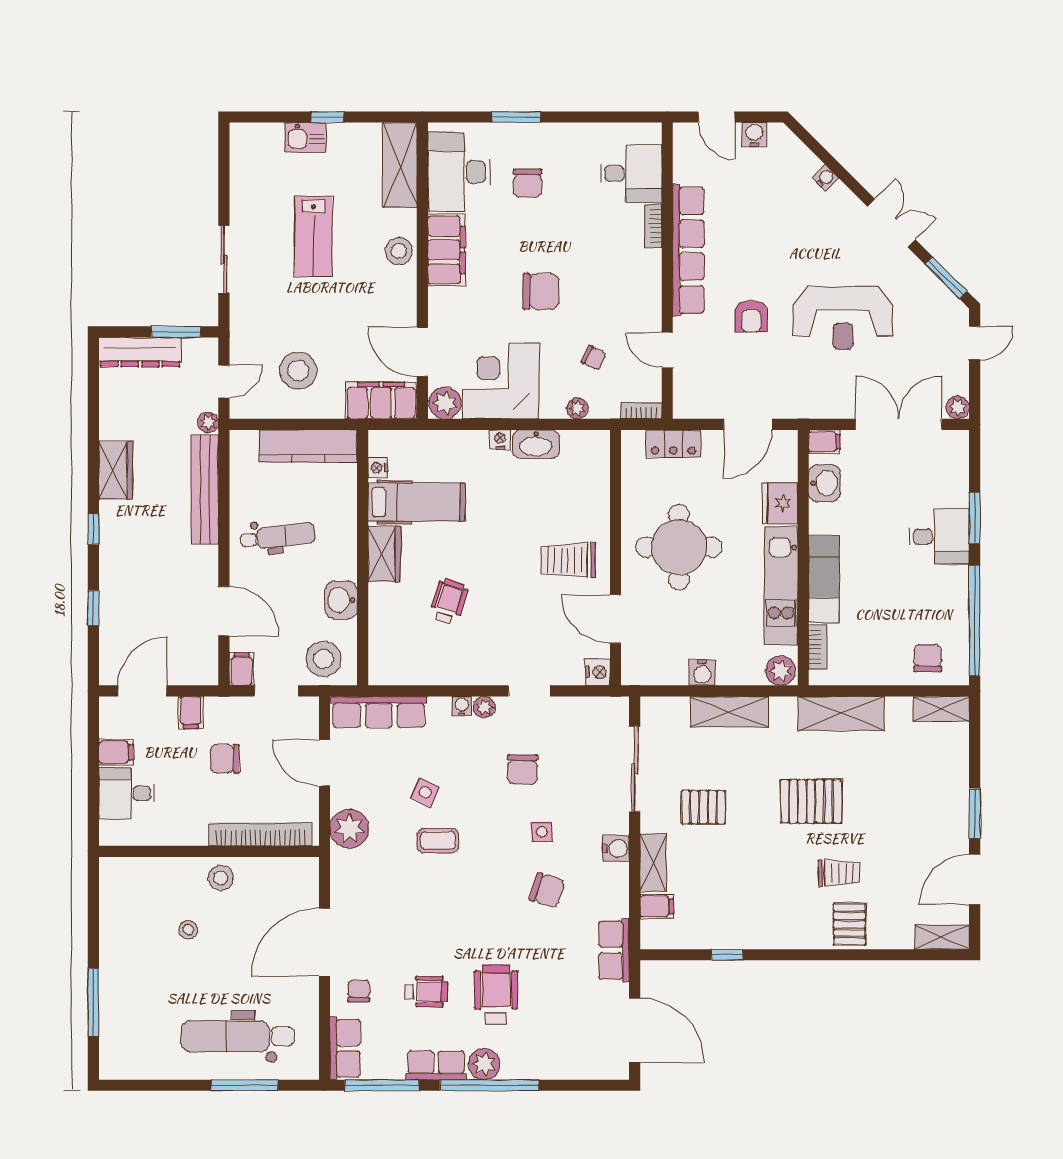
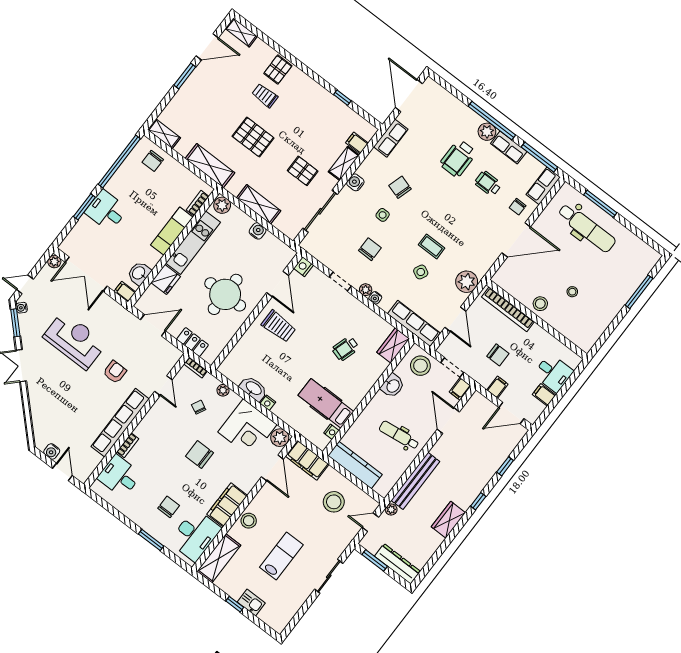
water cooler: (825, 178) -> (22, 308), moved
wardrobe: (384, 554) -> (393, 346), moved

